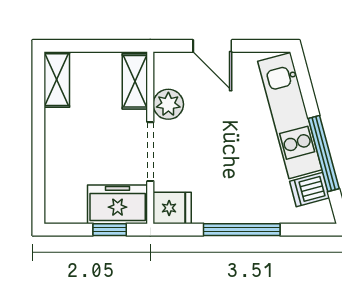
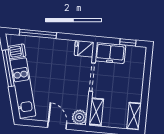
plant: (168, 104) -> (79, 117), moved
window: (110, 230) -> (128, 42), moved
window: (242, 230) -> (38, 34), moved

